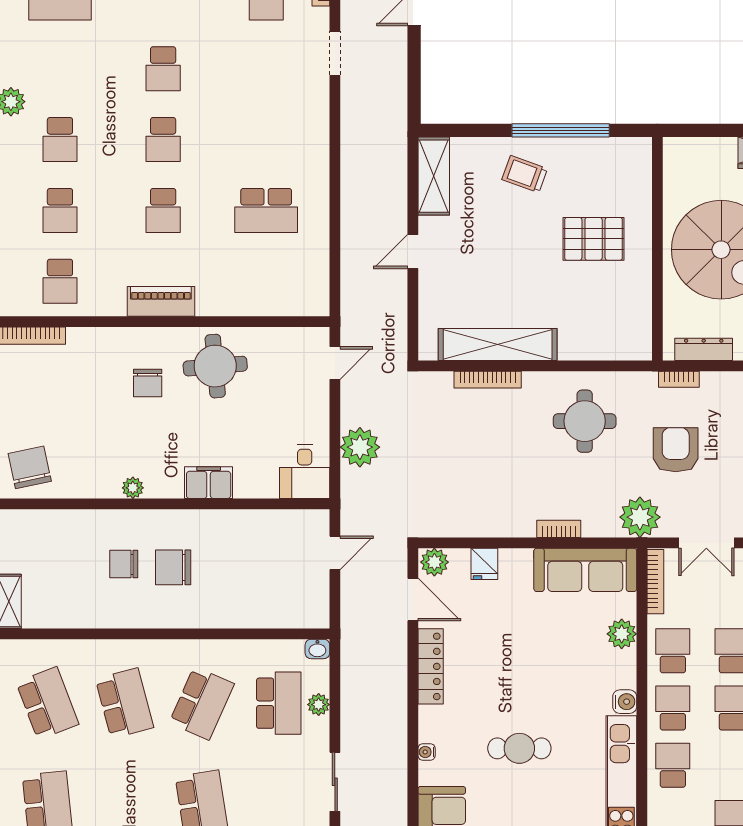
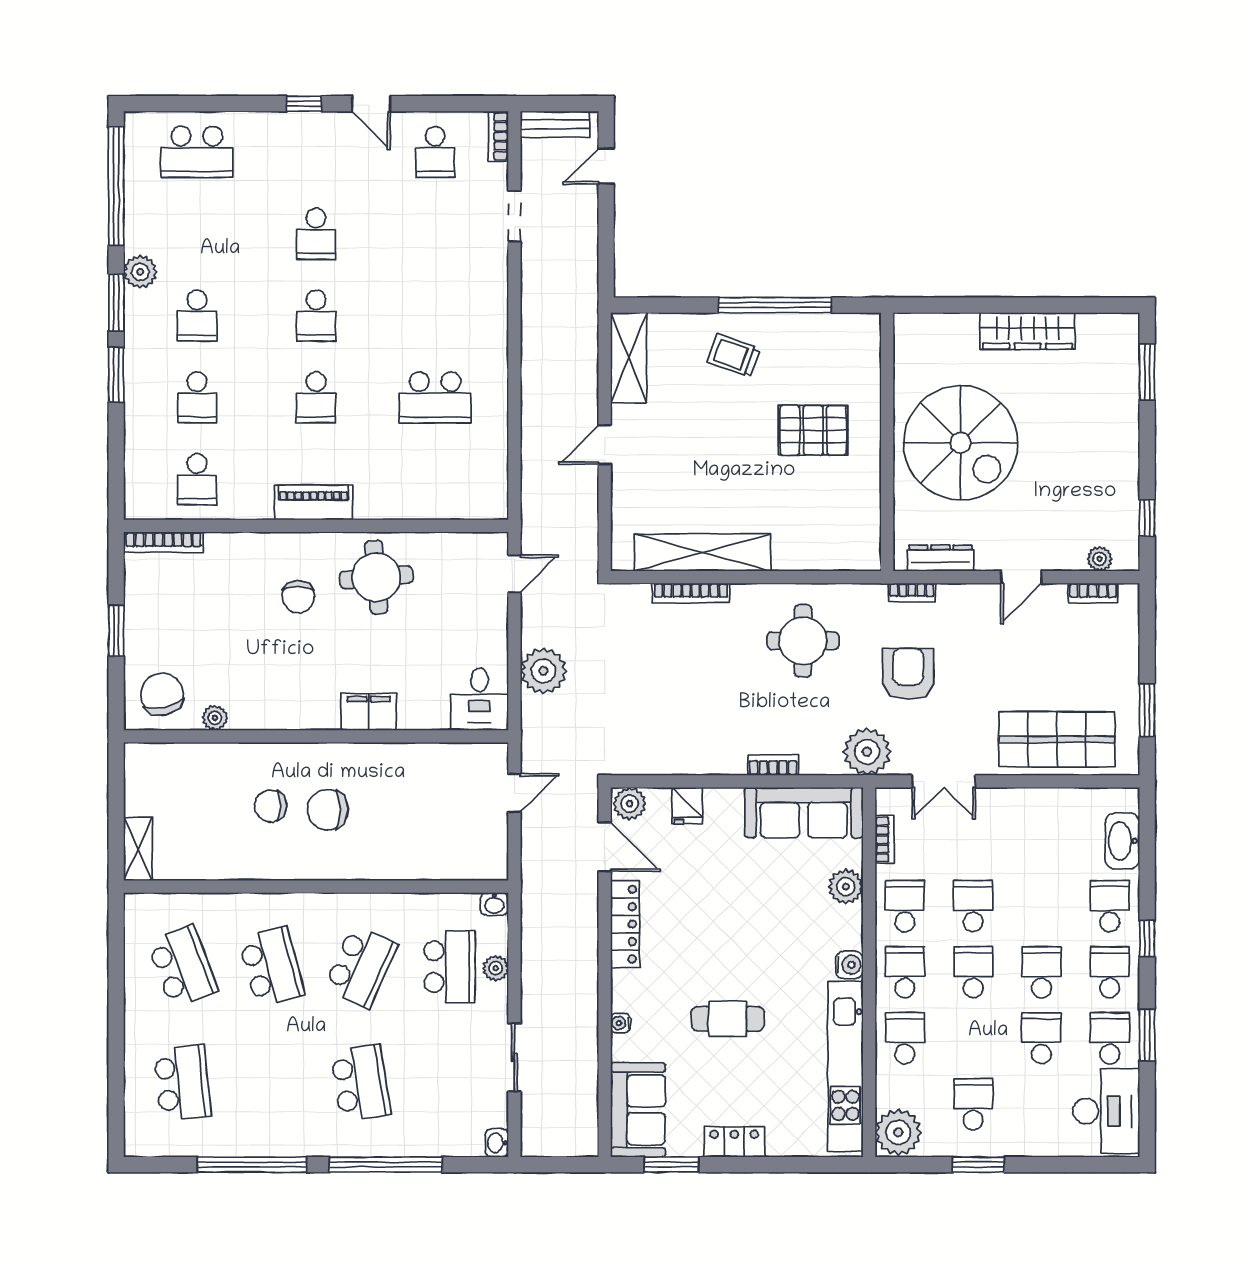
plant: (133, 488) -> (215, 718), moved
bookcase: (655, 582) -> (885, 840), width x0.64

